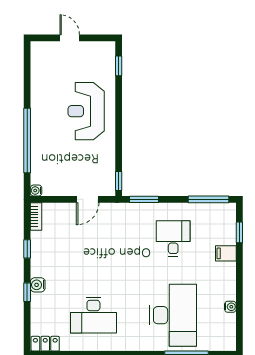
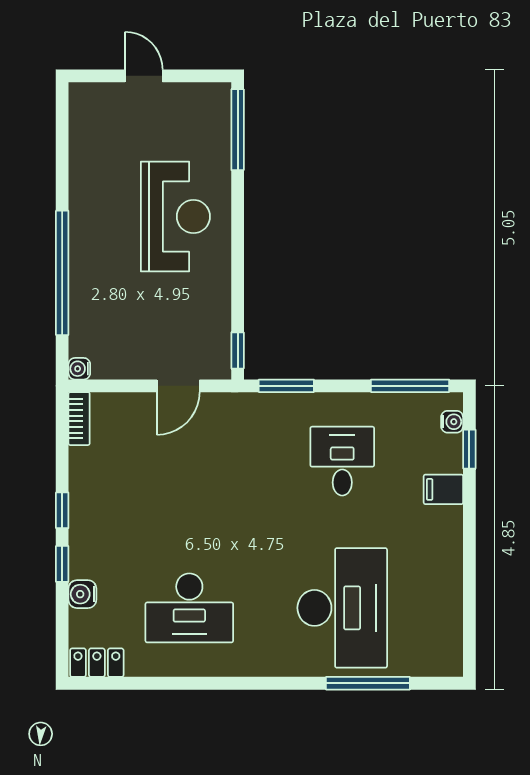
window: (119, 66) -> (238, 130), width x2.17
reception desk: (86, 111) -> (175, 217), turned 180
window: (27, 249) -> (62, 510), moved
water cooler: (38, 285) -> (82, 594), moved
water cooler: (230, 307) -> (452, 422), moved

